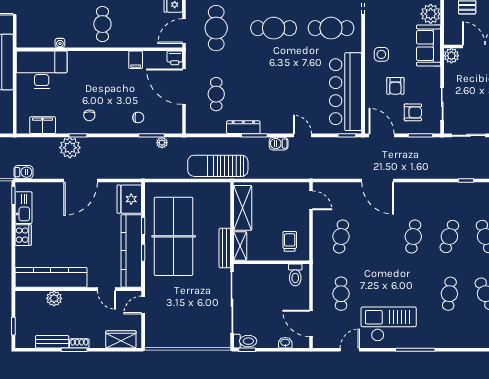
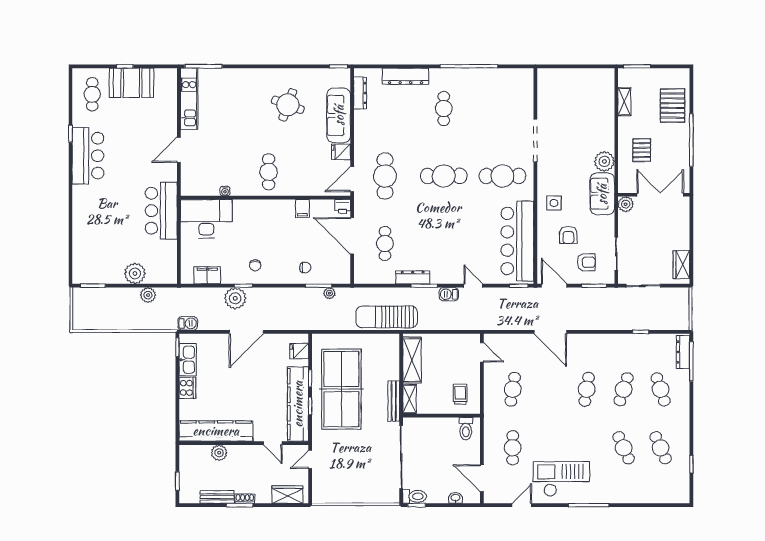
fridge: (129, 199) -> (299, 351), width x0.53, depth x0.75
cafe table: (449, 294) -> (624, 448), turned -30

